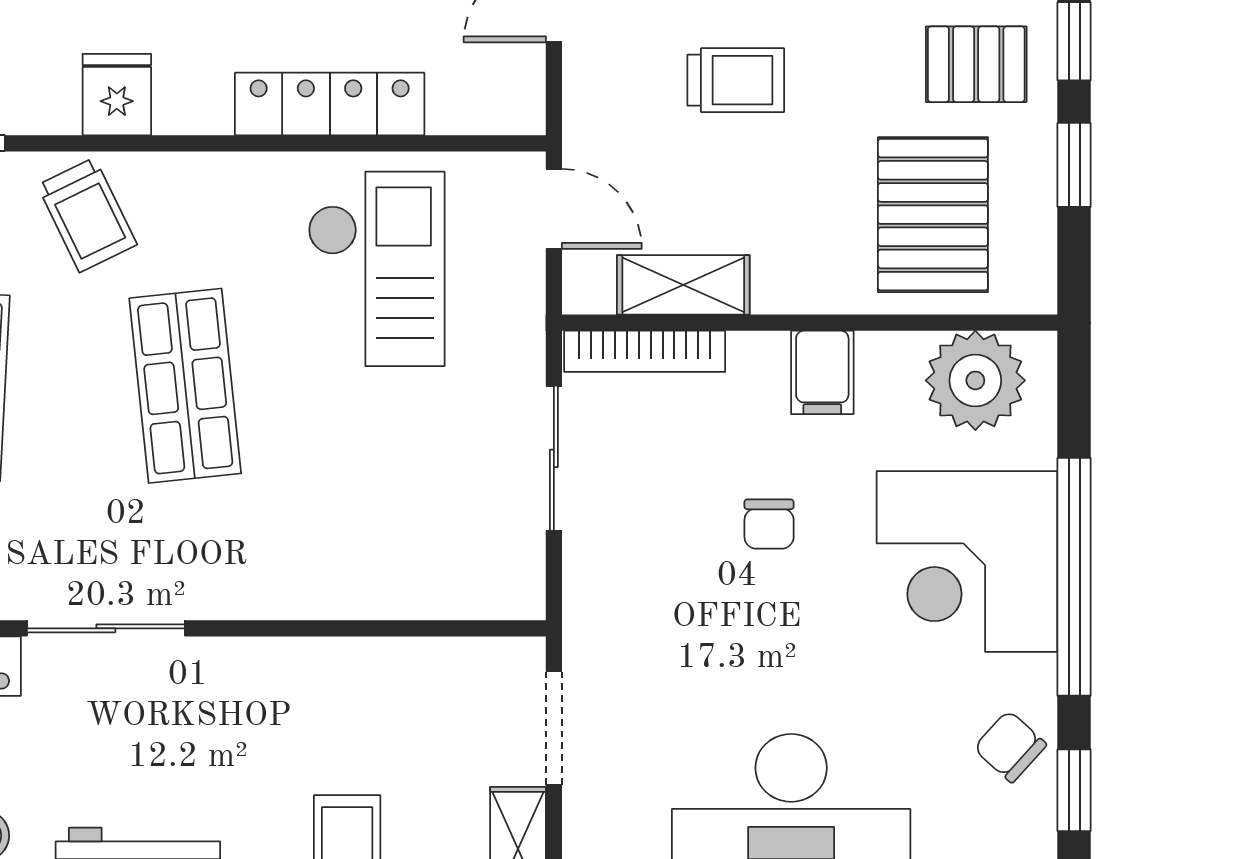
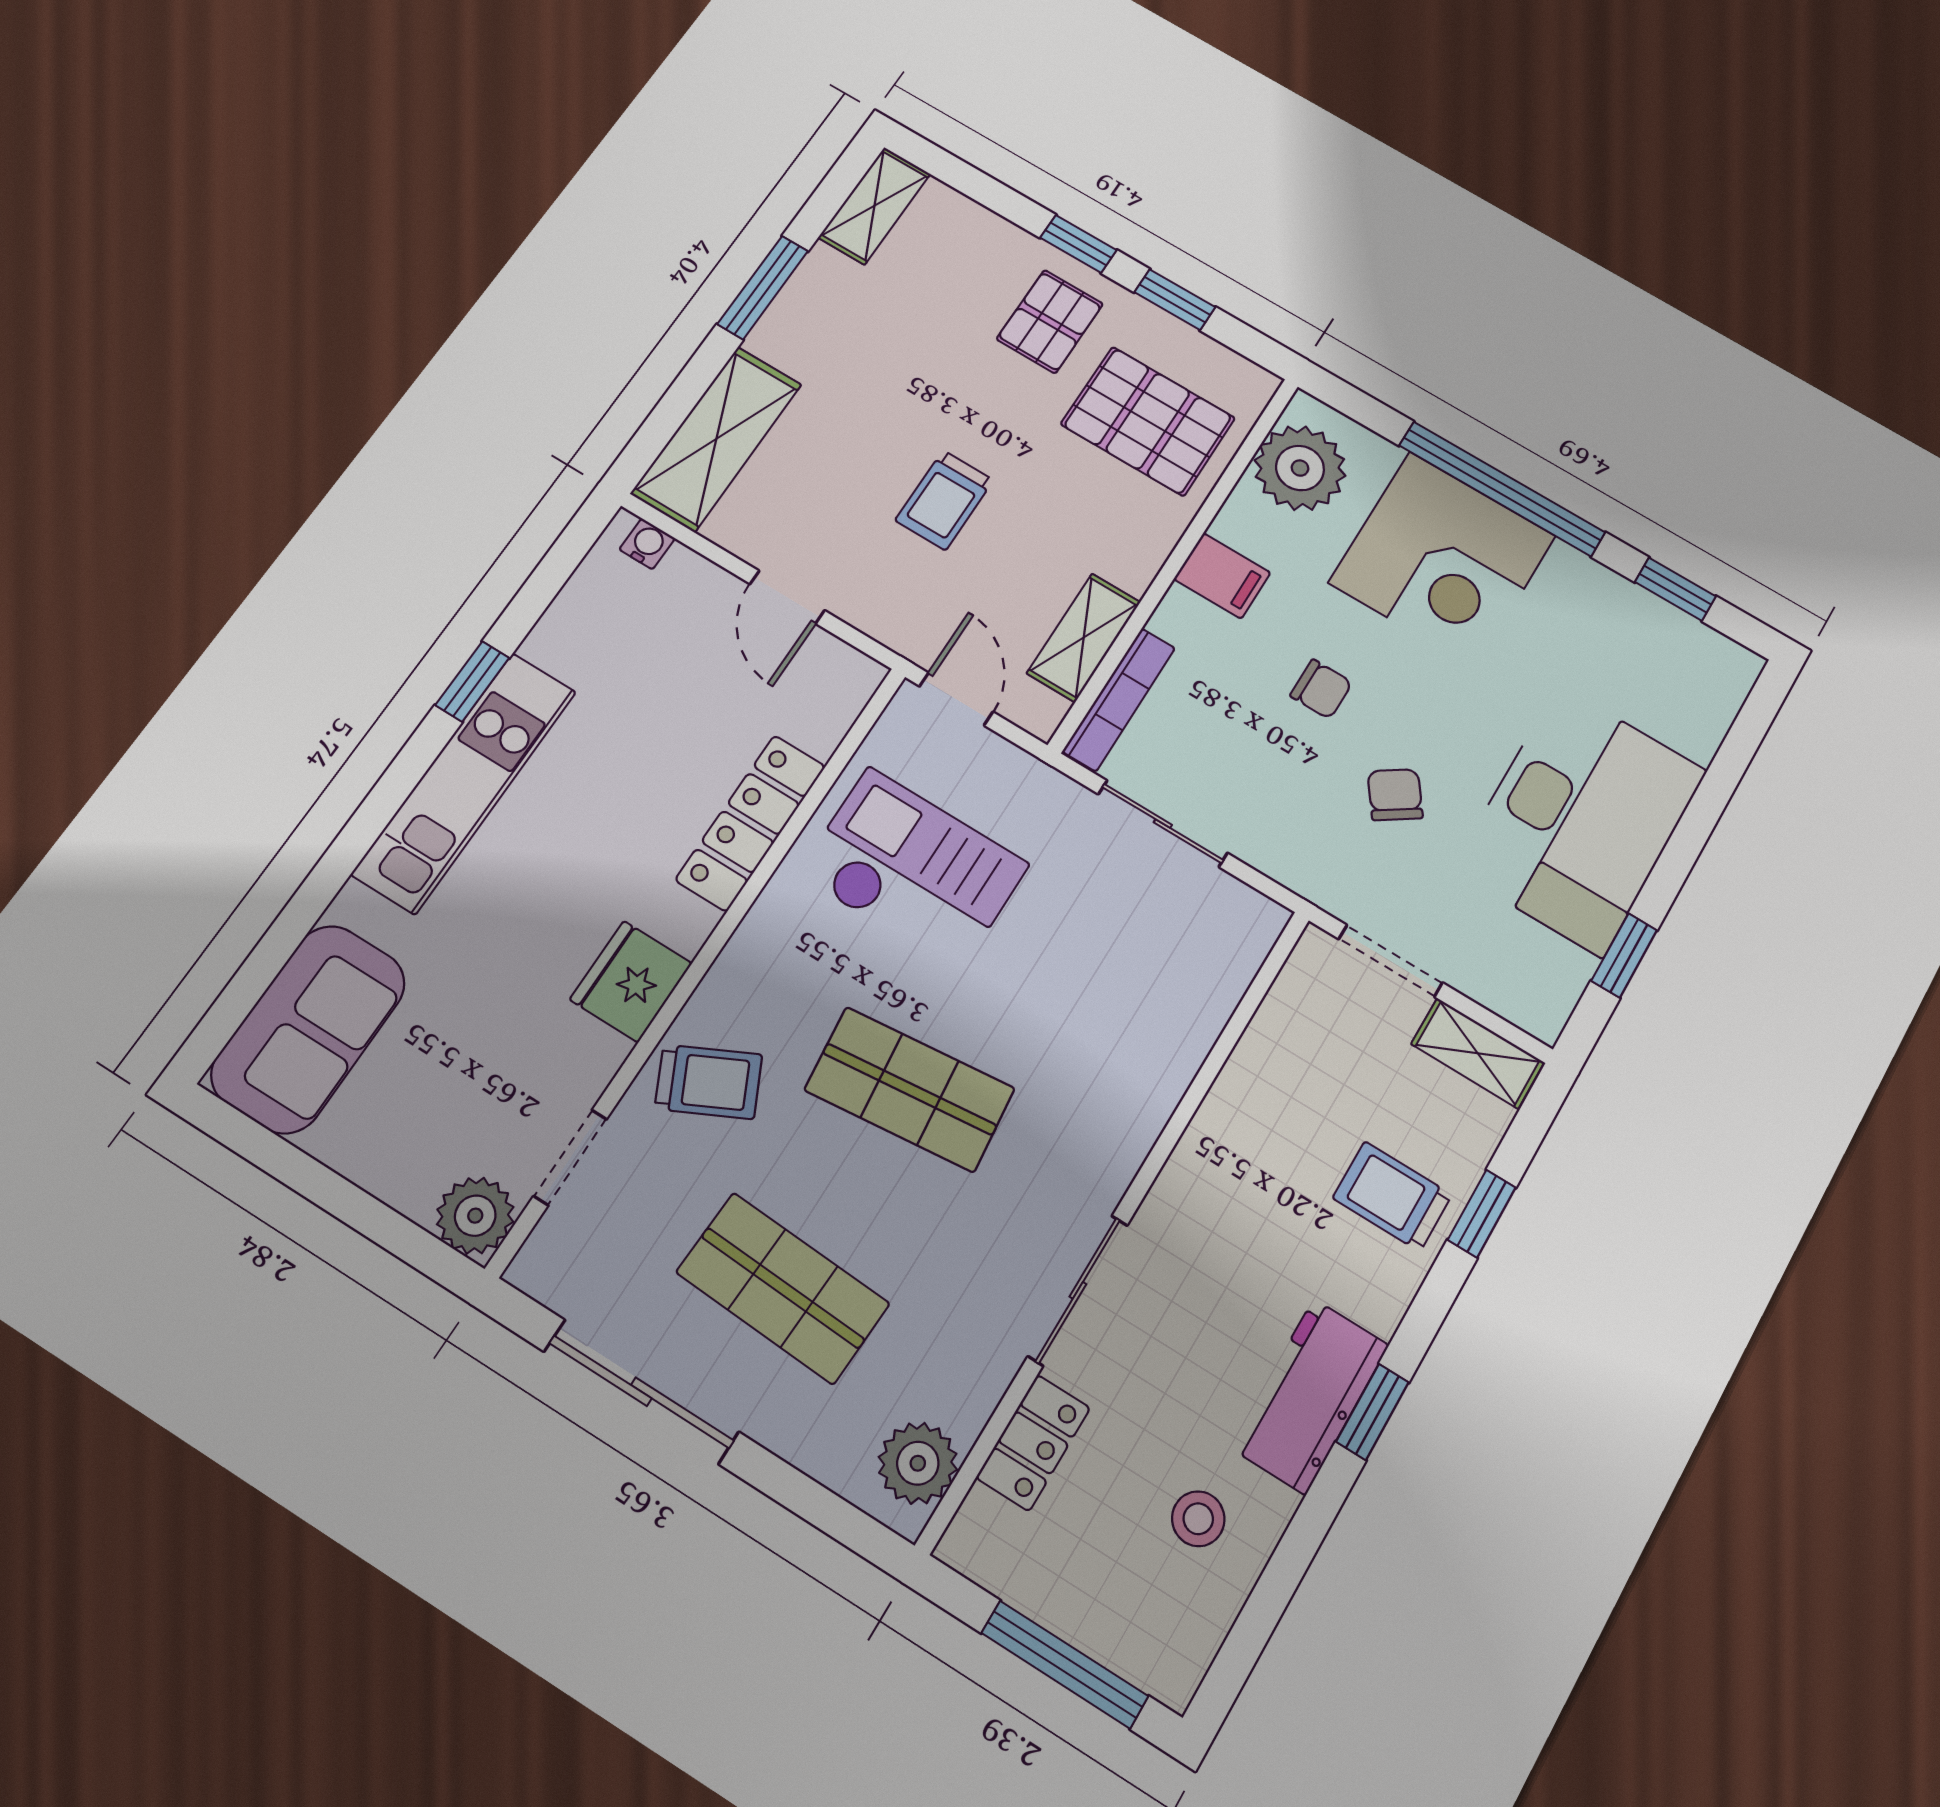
trolley: (736, 80) -> (944, 500), turned 180
fridge: (117, 95) -> (631, 981), width x1.38
door: (554, 209) -> (956, 699), hinge flipped
chair: (1010, 746) -> (1395, 795), moved, turned 103

